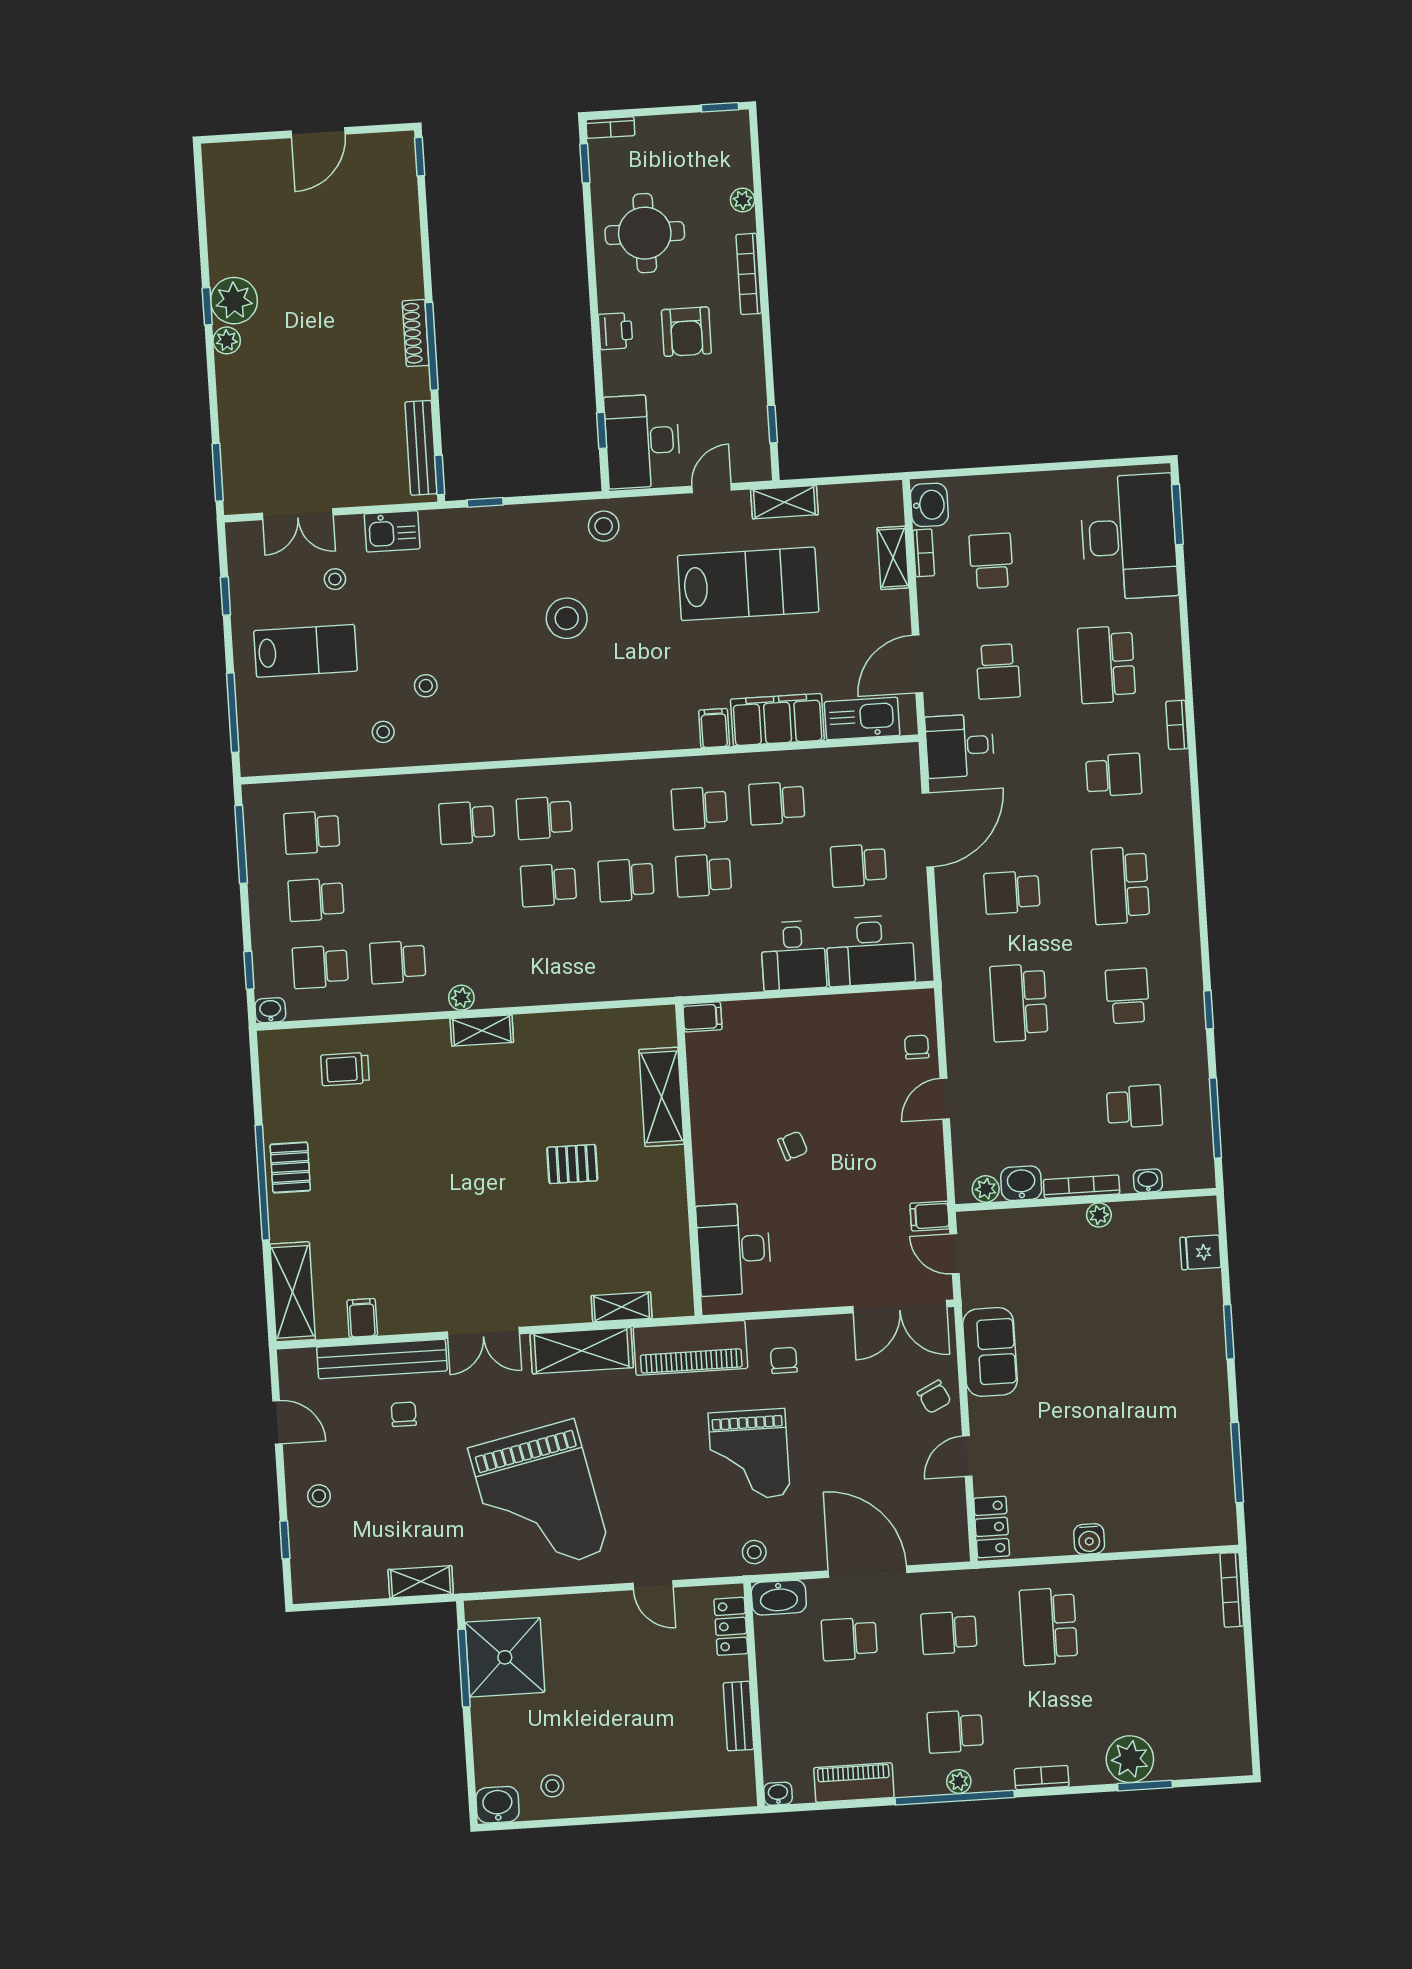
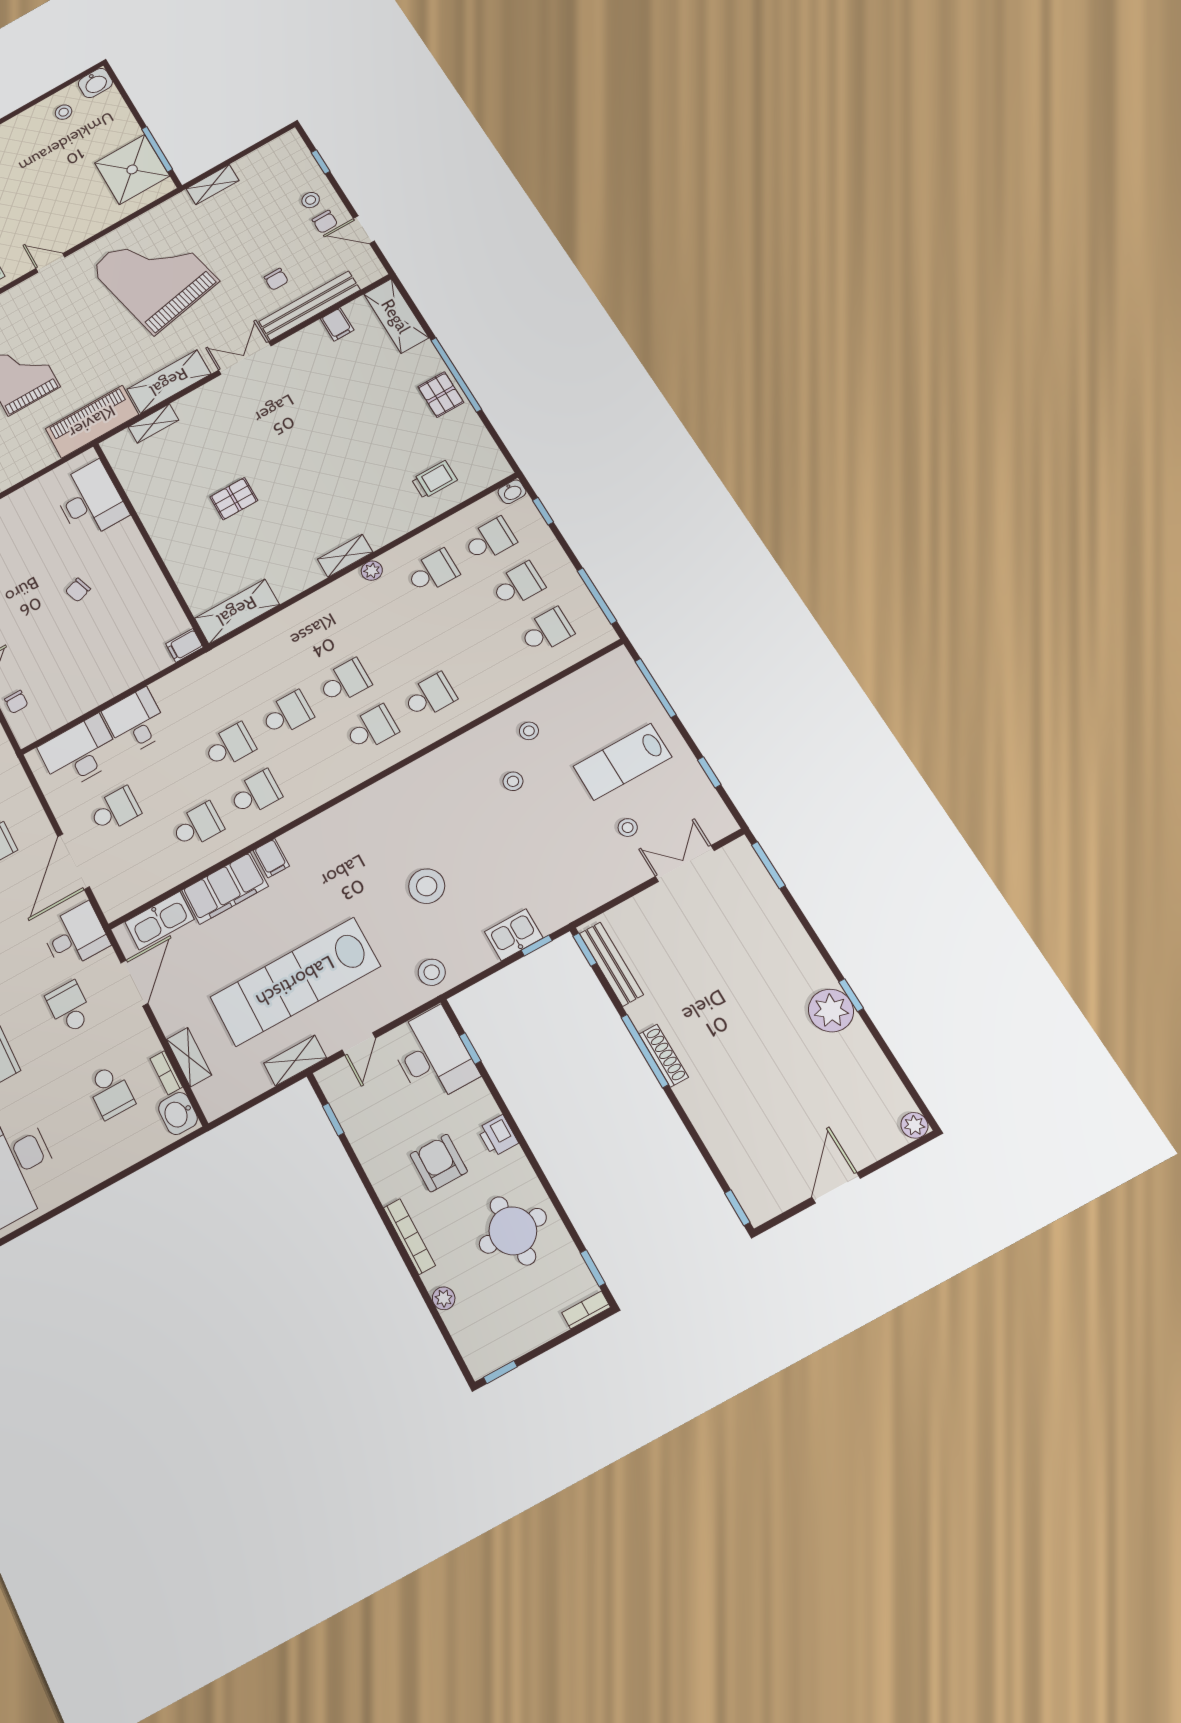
plant: (227, 340) -> (914, 1125), moved
kitchen sink: (392, 531) -> (514, 935), moved
lab bench: (748, 584) -> (295, 982), width x1.36
shelving: (661, 1097) -> (237, 611), moved, turned 90
chair: (784, 1360) -> (325, 222), moved

